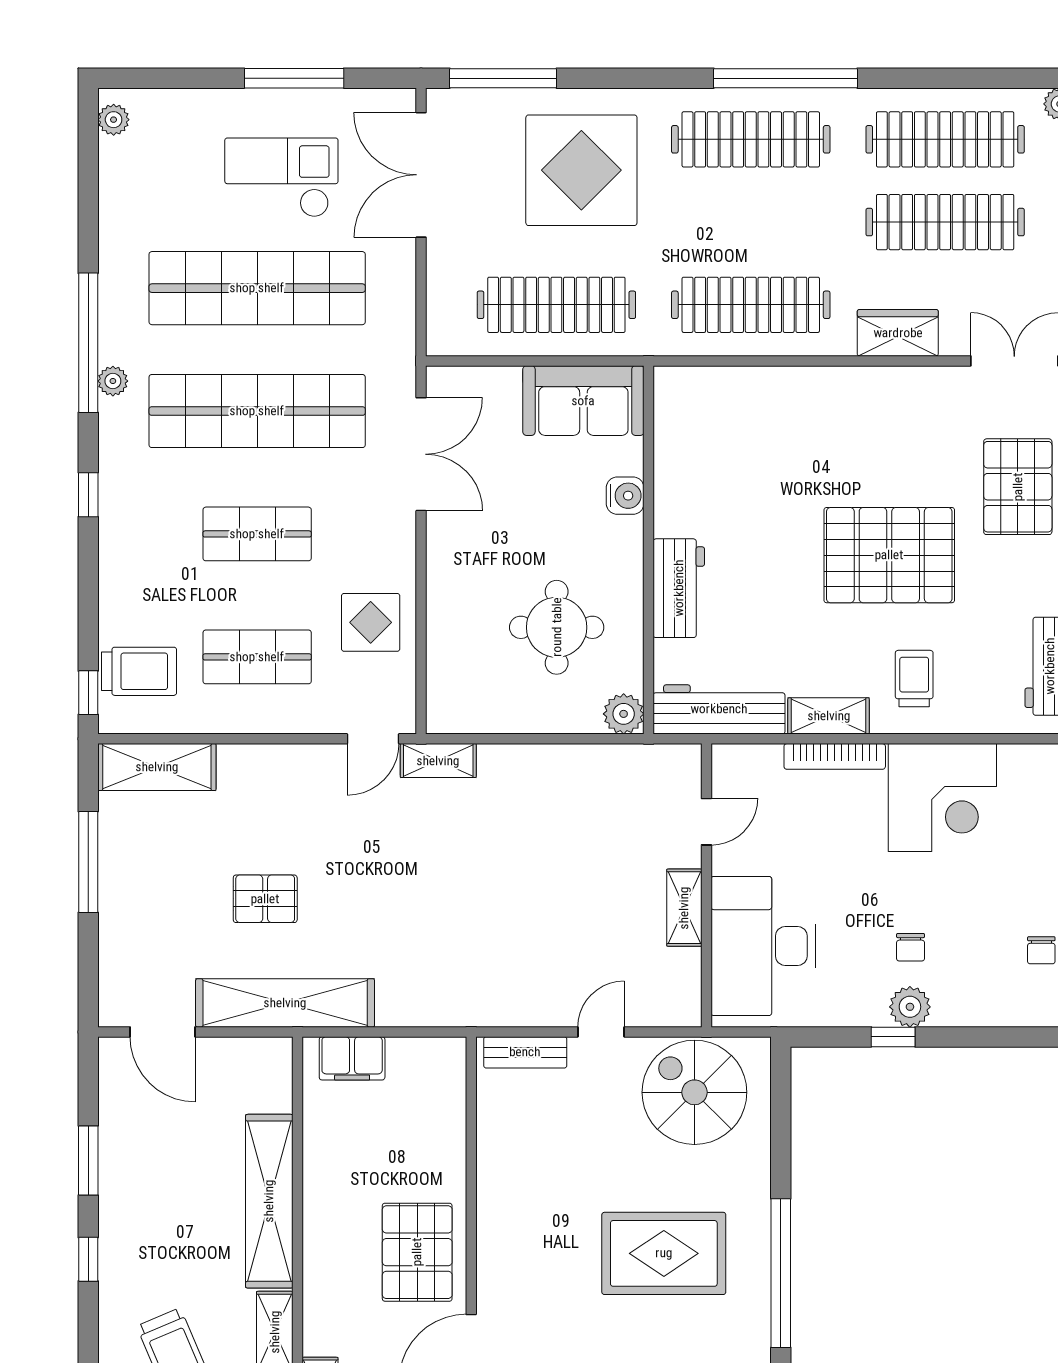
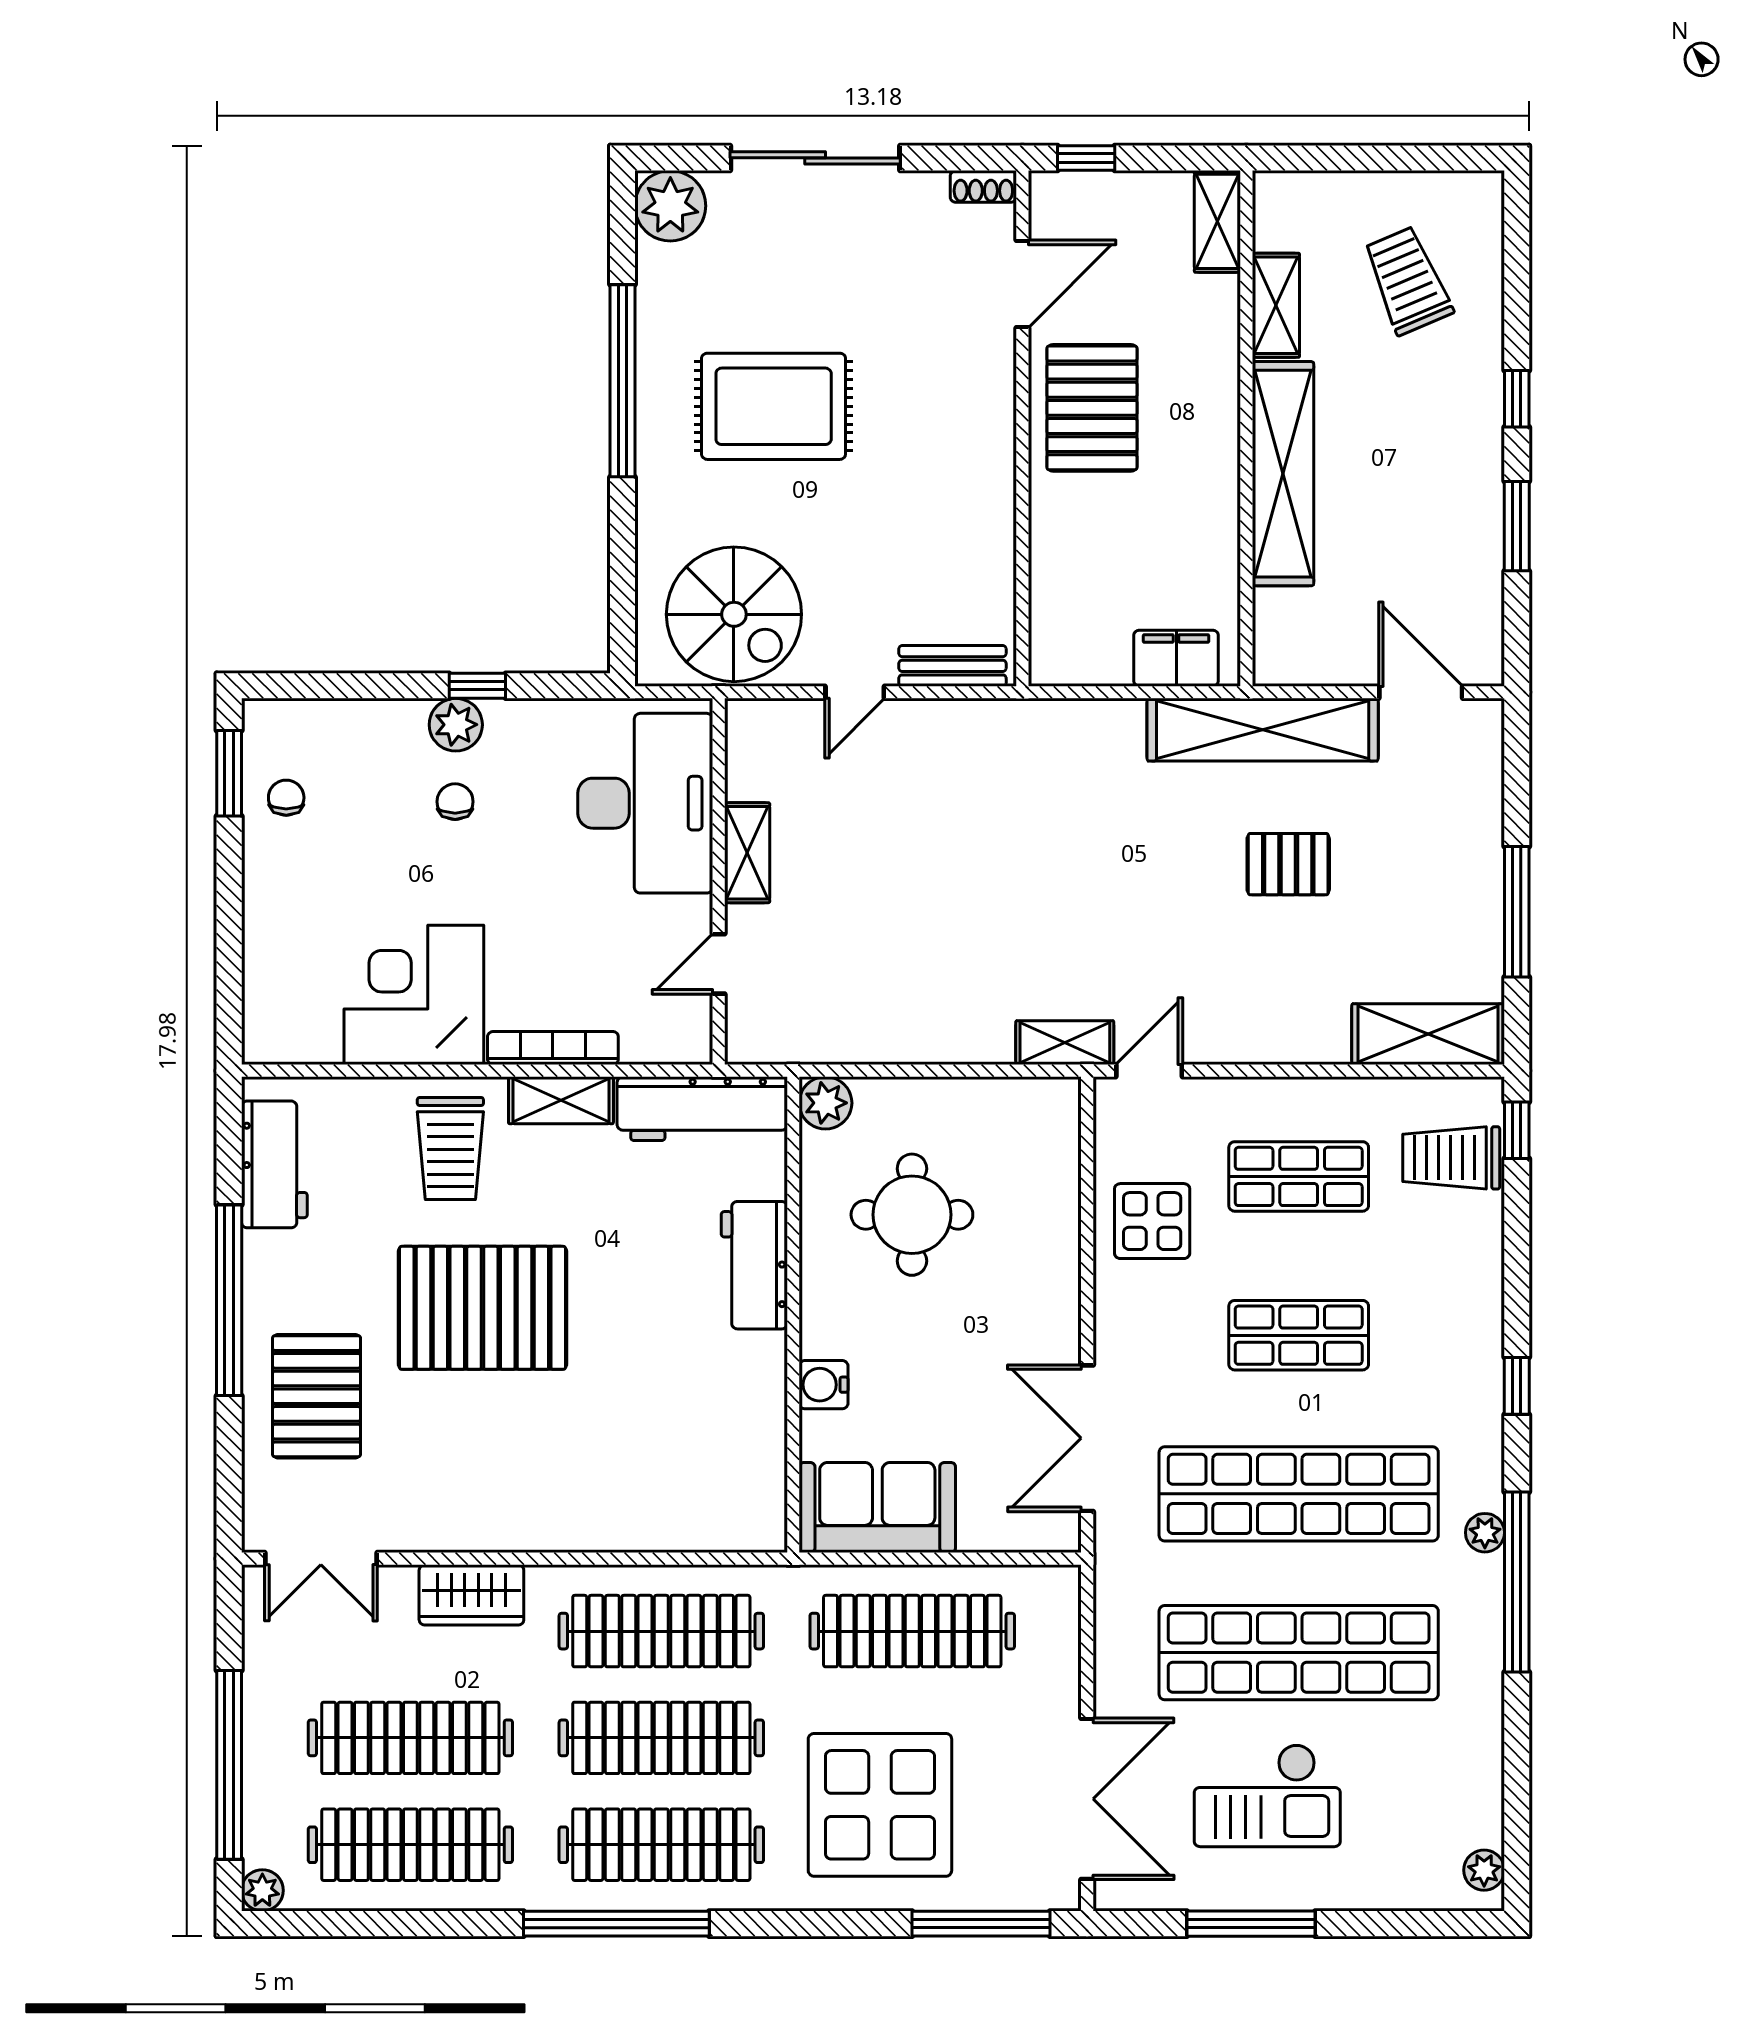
clothes rail: (751, 222) -> (661, 1738), added
trolley: (914, 679) -> (450, 1148), width x1.36, depth x1.39

